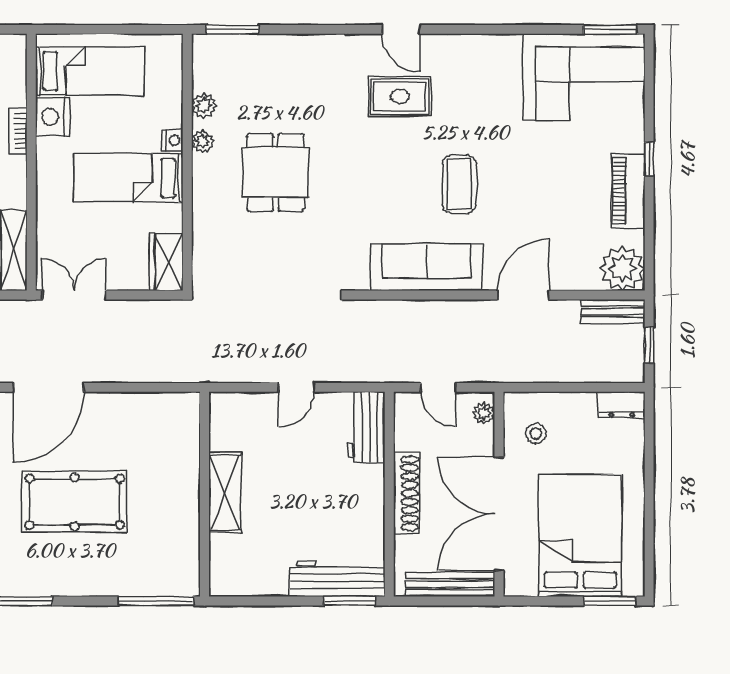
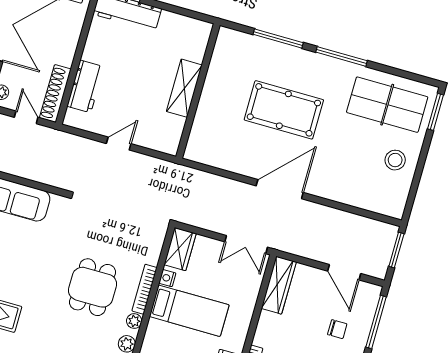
nightstand: (173, 140) -> (167, 278), moved
bookcase: (201, 191) -> (144, 289), added
workbench: (367, 427) -> (85, 86), moved
shoe rack: (406, 493) -> (55, 94), moved
window: (156, 601) -> (278, 38), moved

